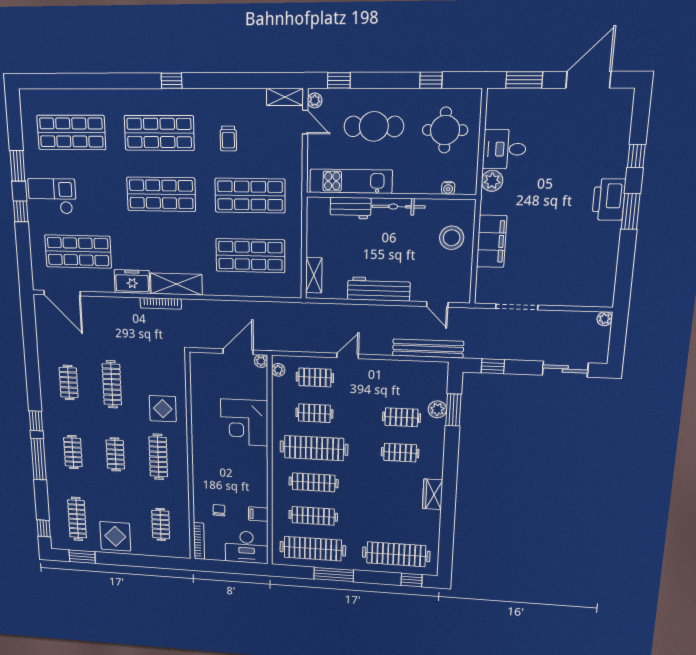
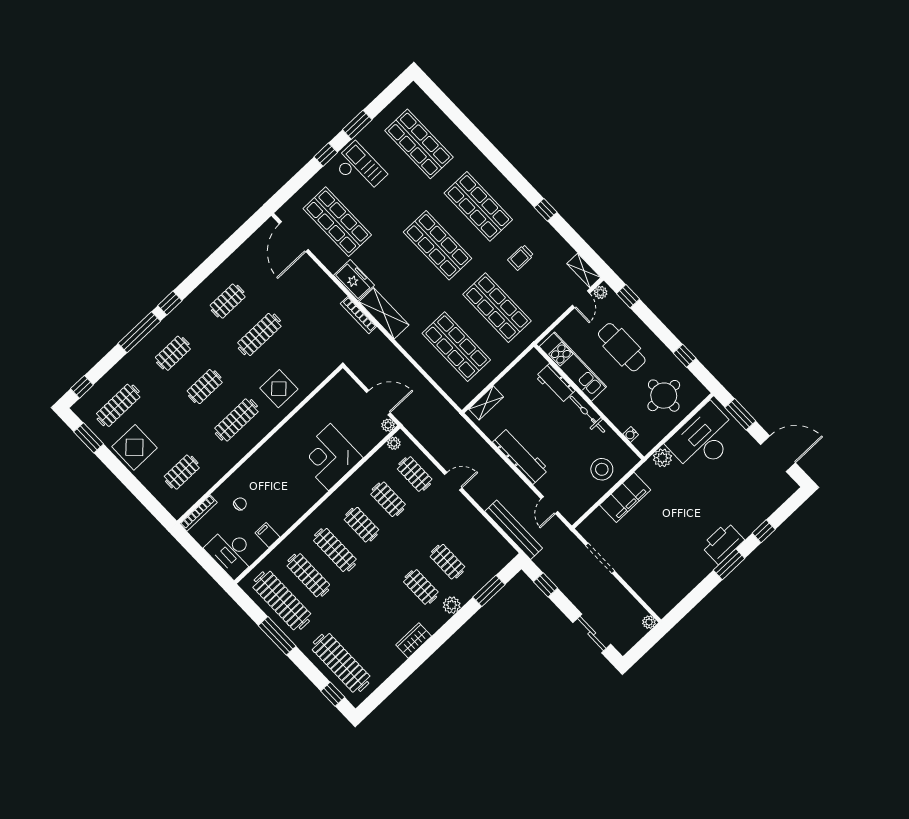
window: (172, 81) -> (546, 210), moved
desk: (504, 149) -> (703, 439), width x1.87, depth x1.30
plant: (437, 409) -> (452, 605), moved
clothes rail: (314, 448) -> (361, 525), width x0.54, depth x0.76

